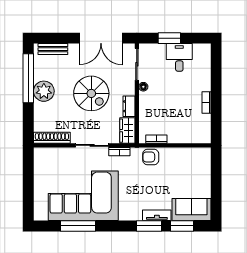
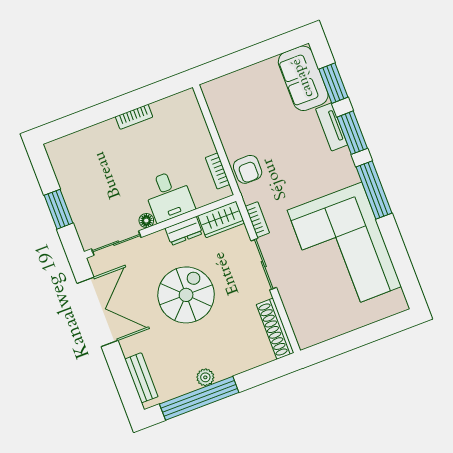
desk: (179, 57) -> (169, 196), moved, turned -90
plant: (44, 91) -> (205, 377), width x0.53, depth x0.53
window: (78, 226) -> (374, 190), moved

